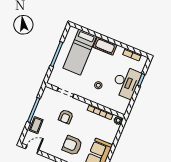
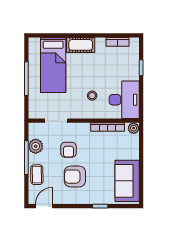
desk: (126, 82) -> (124, 100), moved
plant: (44, 105) -> (36, 146), added
armchair: (72, 145) -> (75, 177), moved

